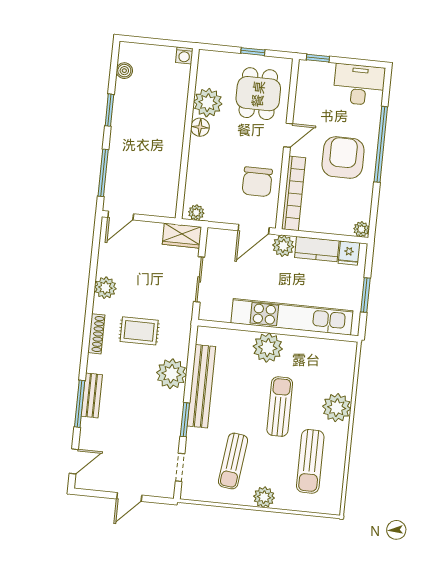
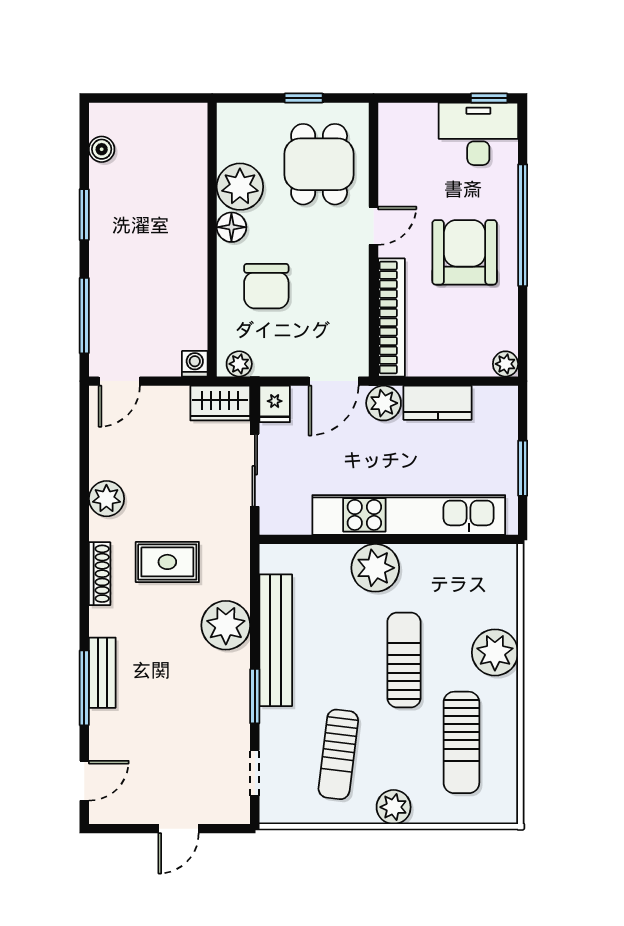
washing machine: (184, 55) -> (195, 364), moved, turned 180
window: (318, 58) -> (489, 98), moved
chair: (257, 182) -> (266, 286), moved
fridge: (349, 253) -> (275, 404), moved

